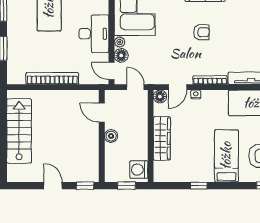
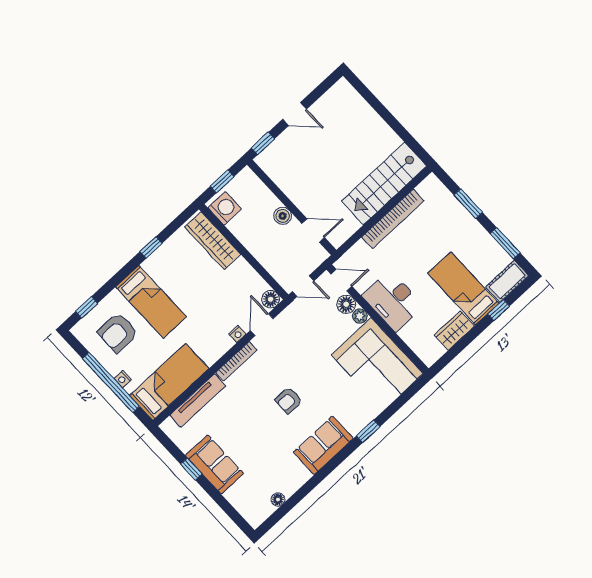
stairs: (19, 131) -> (384, 183), moved, turned 90
wardrobe: (162, 139) -> (213, 241), moved

